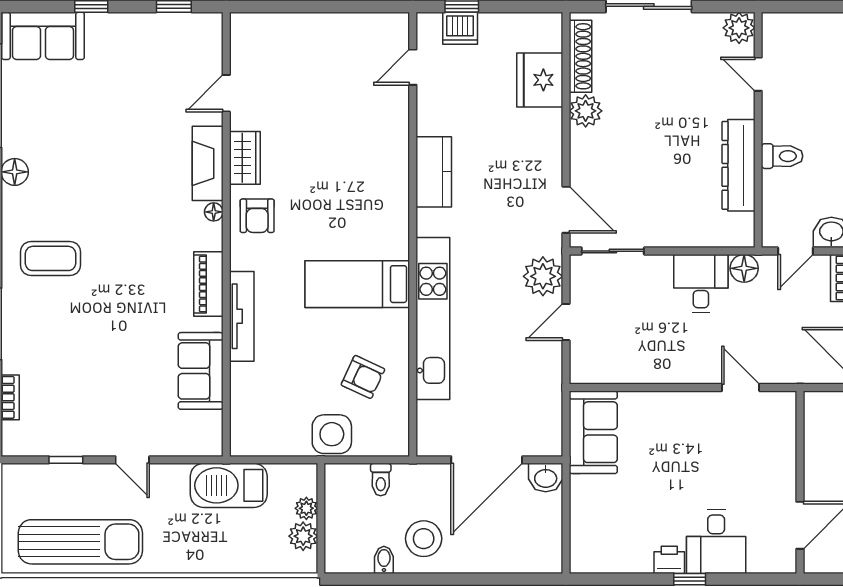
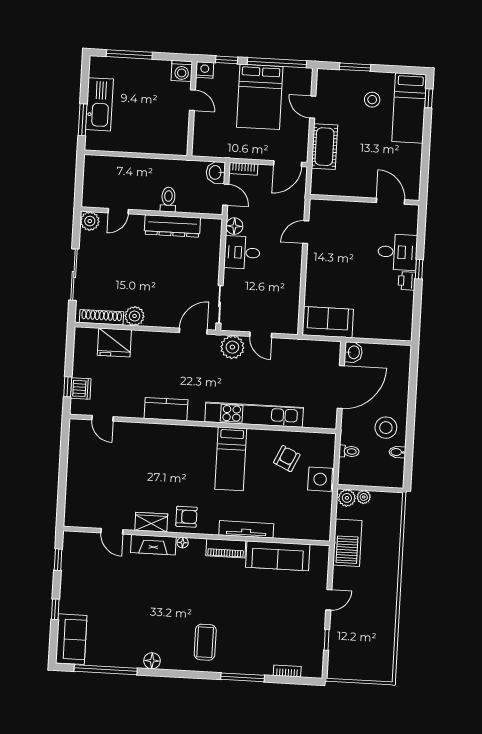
sofa: (201, 371) -> (278, 556), width x1.36
door: (487, 460) -> (341, 387), hinge flipped
plant: (303, 536) -> (347, 498), moved
sun lounger: (80, 542) -> (376, 634), removed

